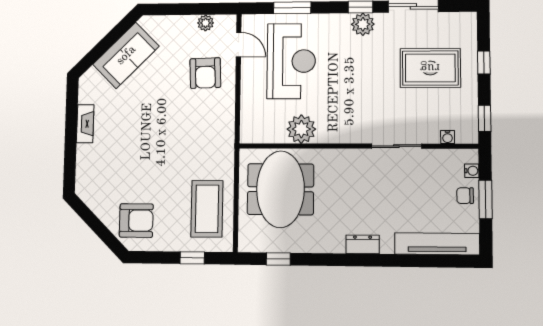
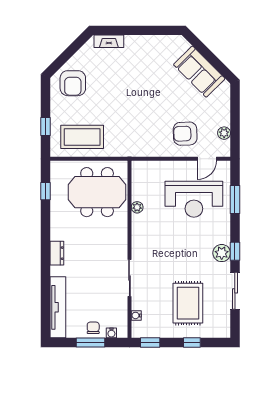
fireplace: (85, 124) -> (109, 41), moved
plant: (301, 129) -> (137, 207), width x0.53, depth x0.53

